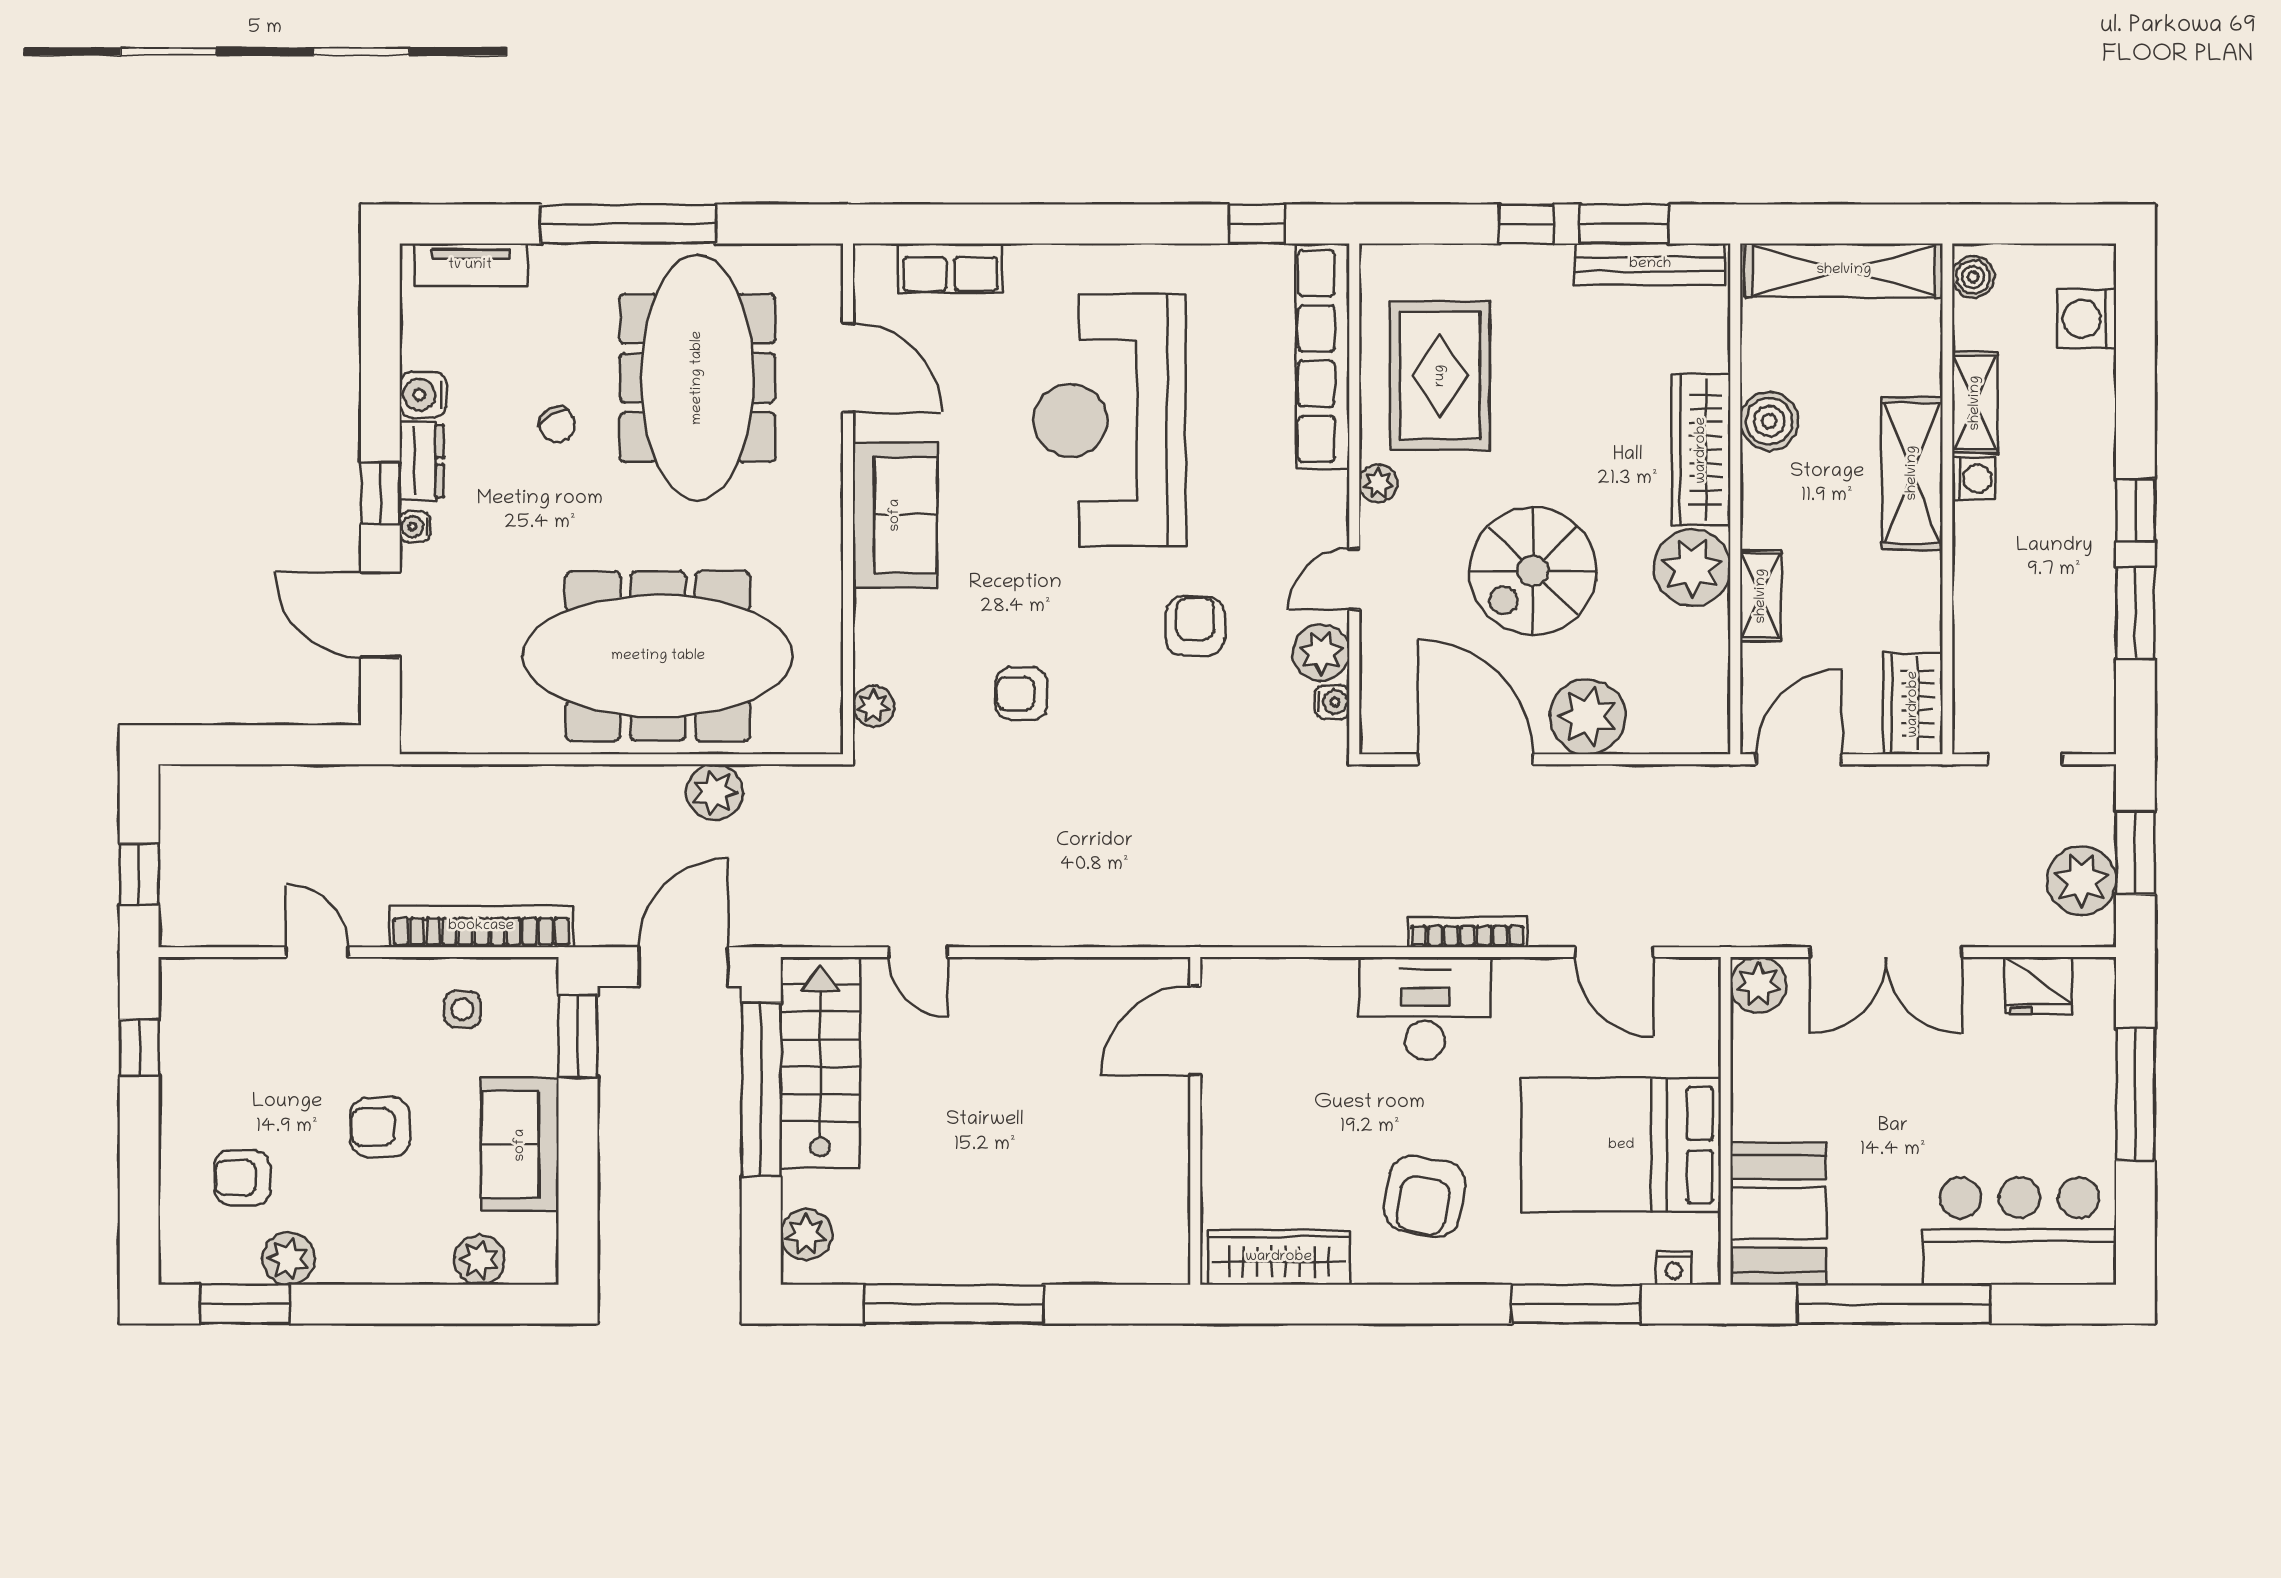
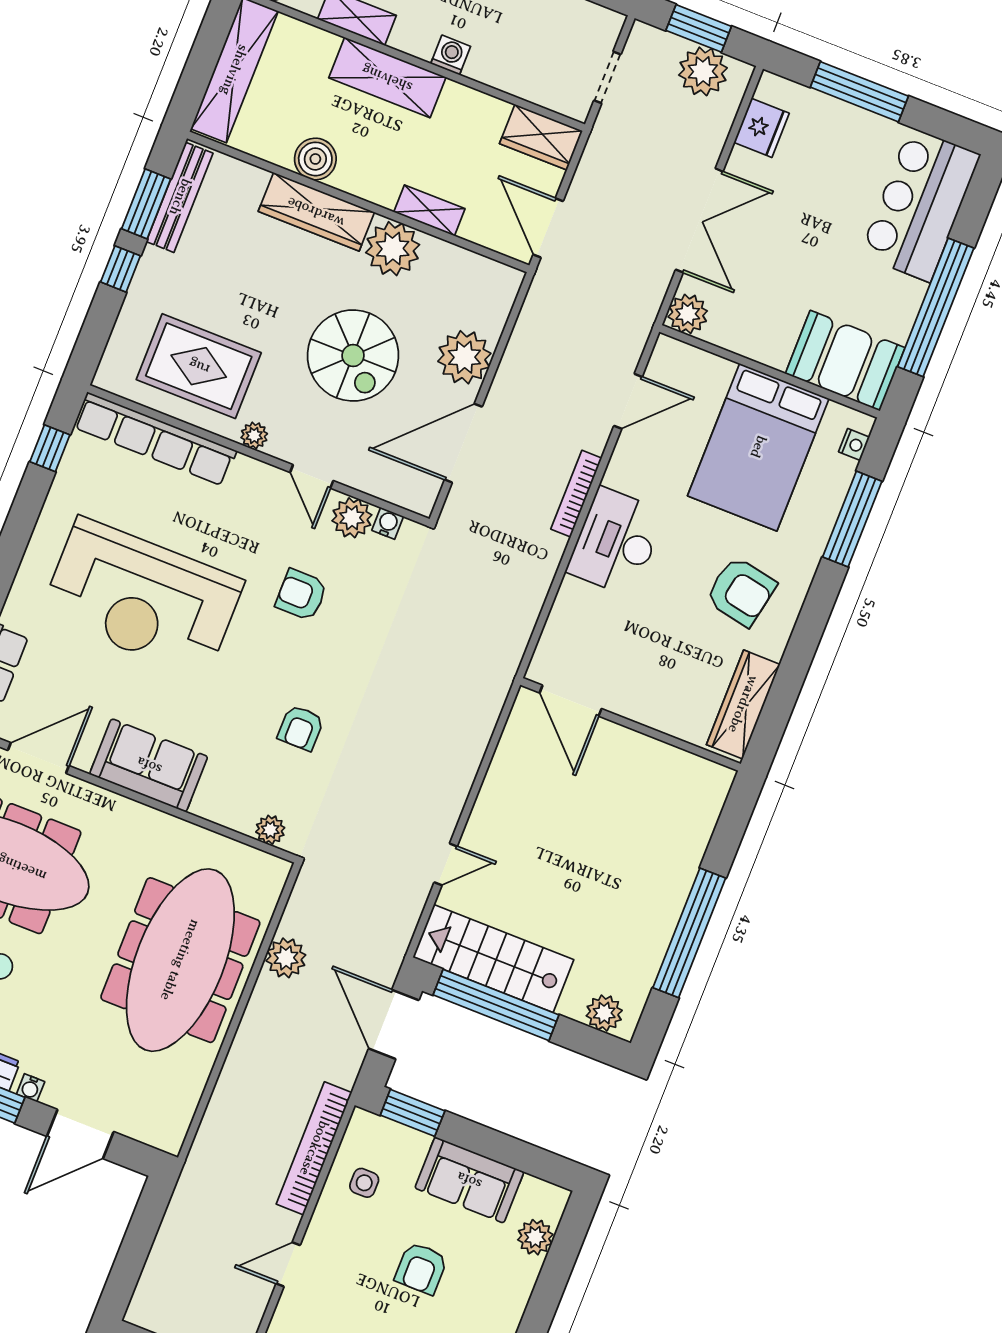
washing machine: (1974, 479) -> (451, 55), moved

